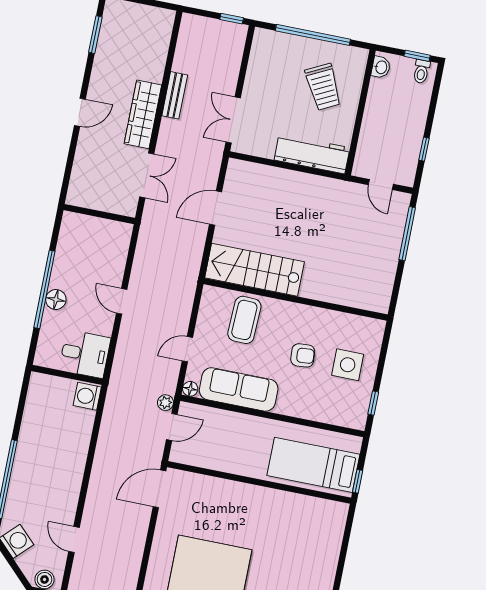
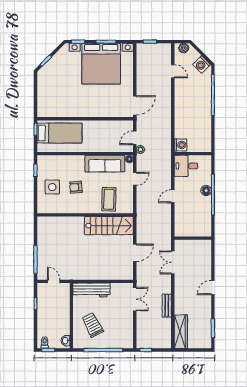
wardrobe: (143, 114) -> (181, 332), moved
door: (122, 301) -> (173, 196), swing flipped

